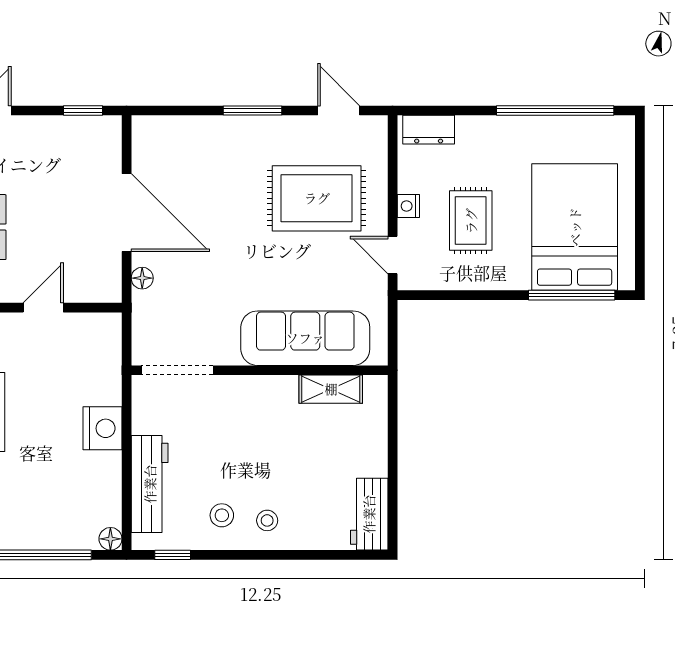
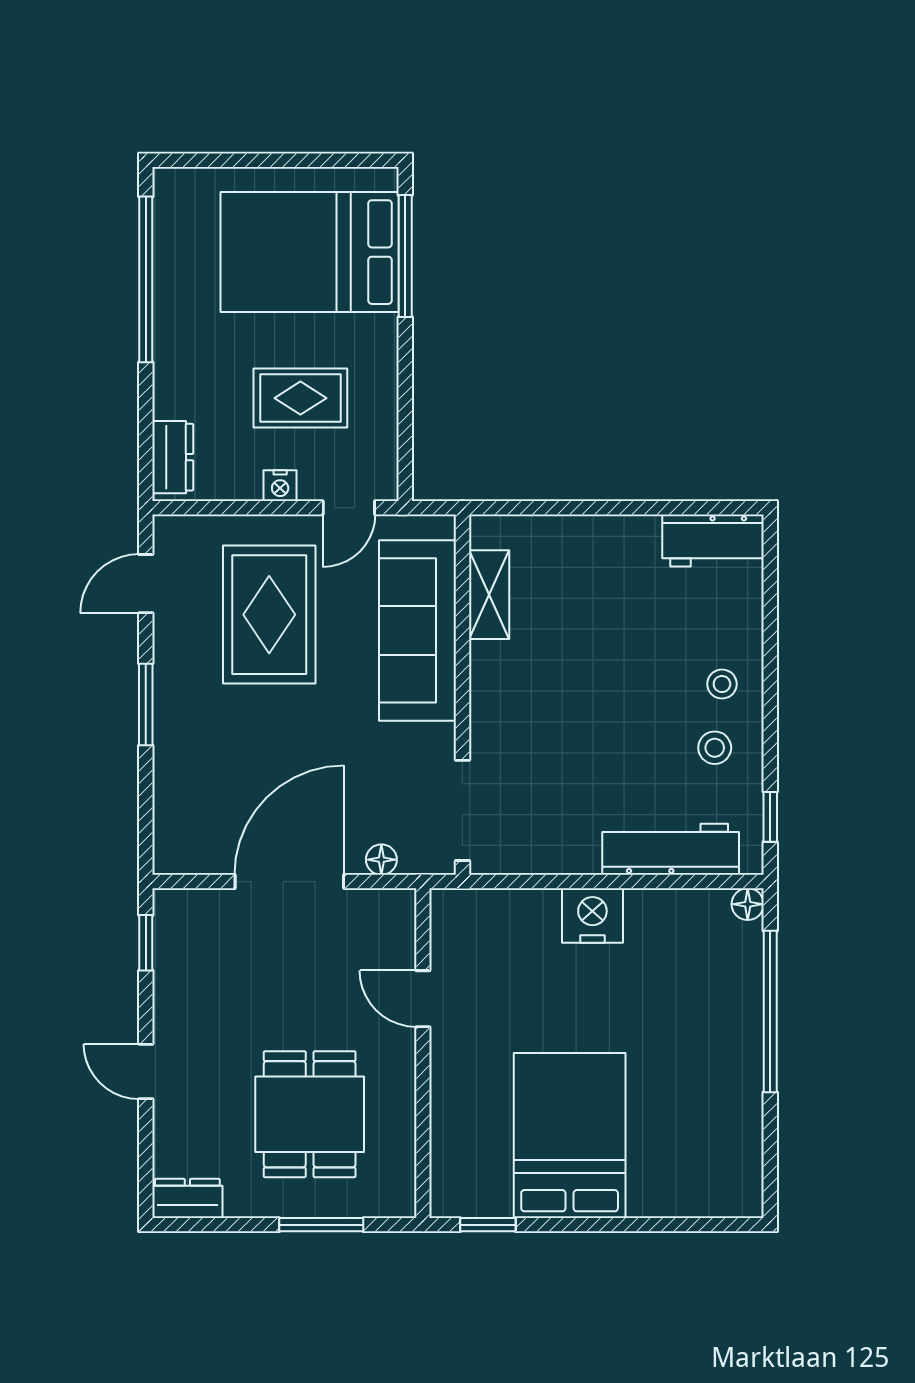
sofa: (305, 338) -> (417, 630), moved
doorway: (177, 370) -> (462, 810), moved
wall: (260, 370) -> (462, 695), moved
shelving: (331, 389) -> (489, 595), moved

